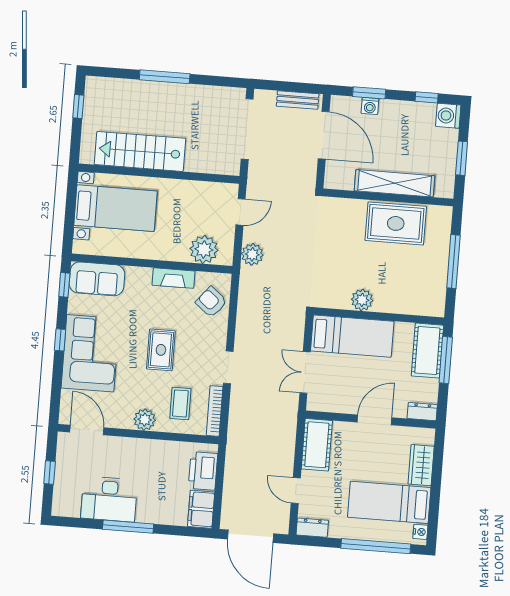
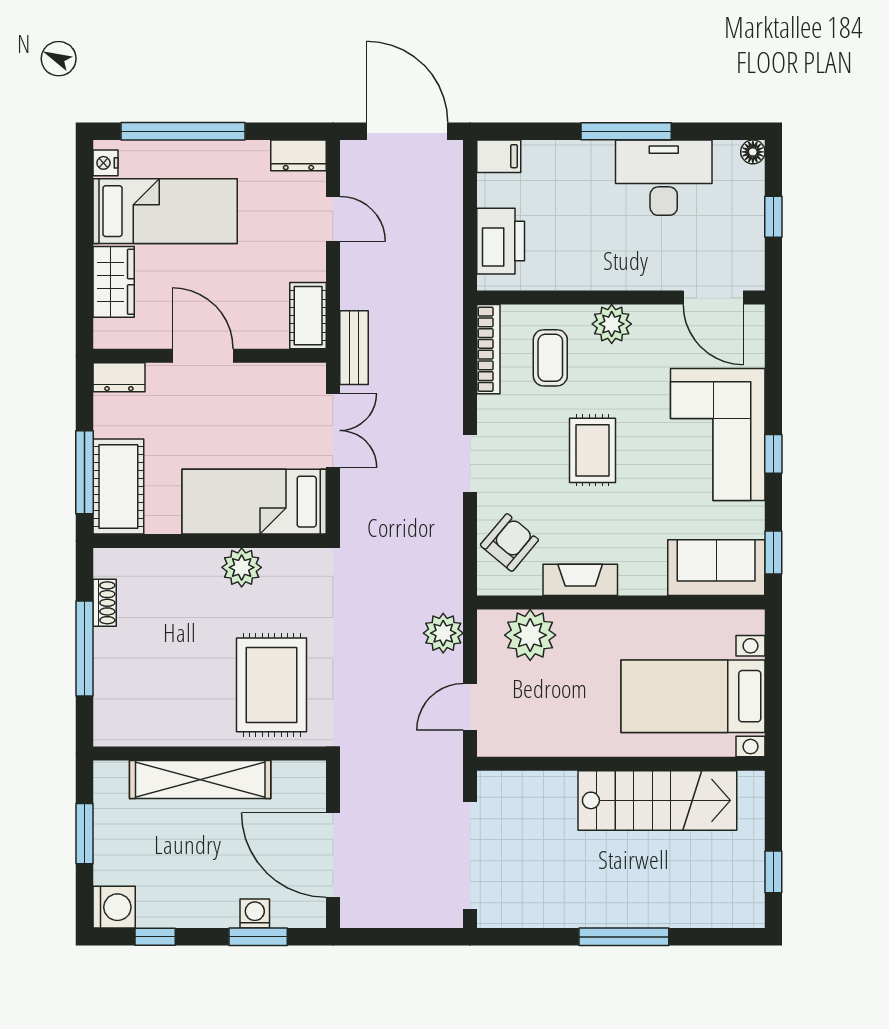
bench: (298, 100) -> (354, 348), moved, turned 90
rug: (396, 223) -> (272, 685), moved, turned 90
shoe rack: (440, 286) -> (105, 603), added
armchair: (211, 302) -> (509, 543), turned -89
doorway: (228, 367) -> (470, 463), moved
door: (375, 420) -> (203, 356), swing flipped
cot: (317, 445) -> (308, 316), width x0.73, depth x0.75
filing cabinet: (201, 509) -> (499, 156), width x0.50
floor lamp: (58, 510) -> (753, 152), added

